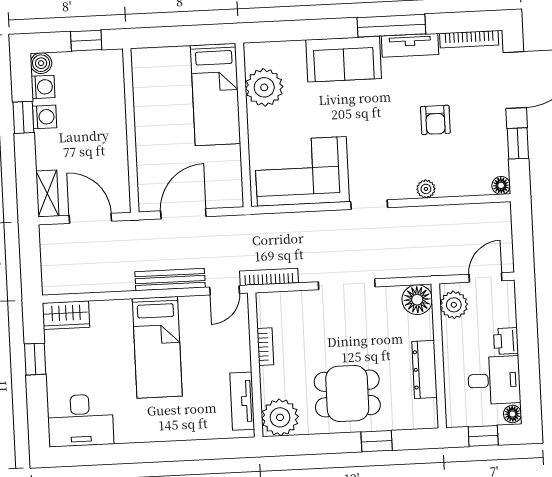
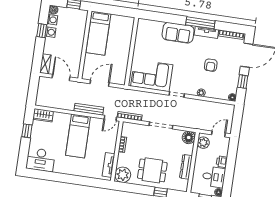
plant: (264, 87) -> (143, 38), removed
bed: (216, 94) -> (98, 33), moved

